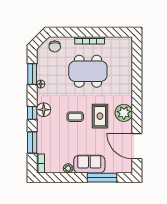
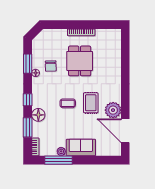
chair: (55, 46) -> (51, 66), moved
dining table: (88, 71) -> (80, 61), width x0.73
floor lamp: (44, 110) -> (38, 115), moved
plant: (124, 113) -> (113, 110), moved
window: (102, 178) -> (59, 160), moved

